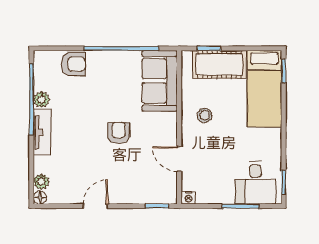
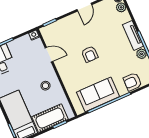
sofa: (160, 81) -> (98, 94), moved, turned -90

